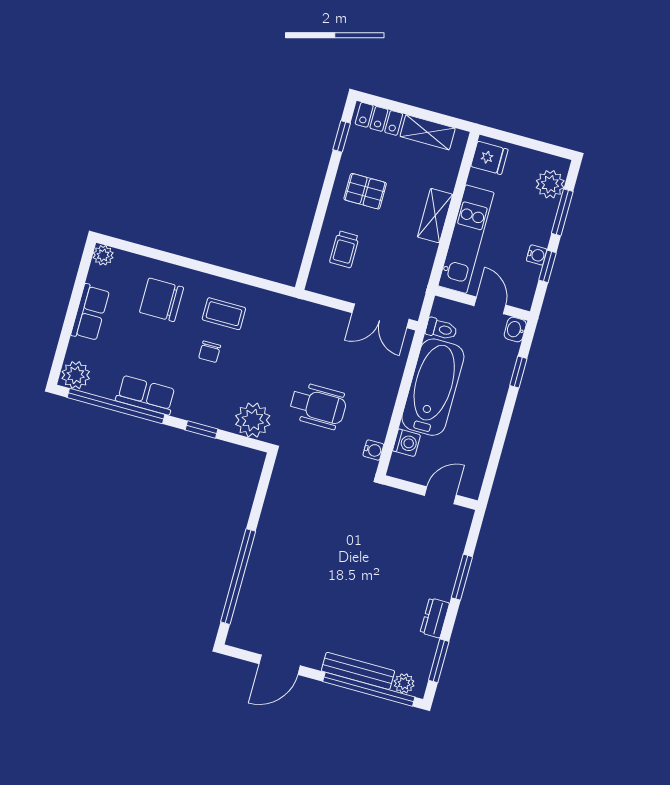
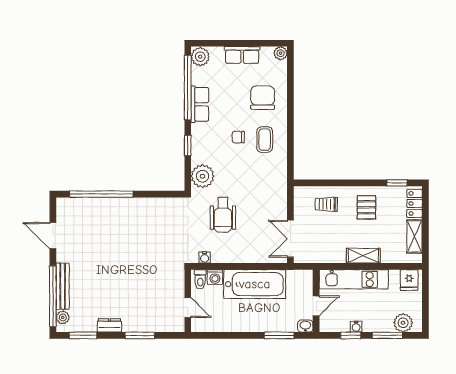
toilet: (441, 329) -> (200, 279), moved
window: (518, 372) -> (279, 335), width x1.50

